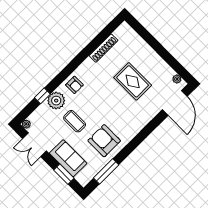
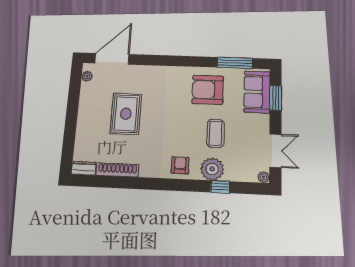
dresser: (122, 30) -> (84, 168), added
armchair: (104, 141) -> (208, 90), turned 90
sofa: (68, 158) -> (257, 92), moved

